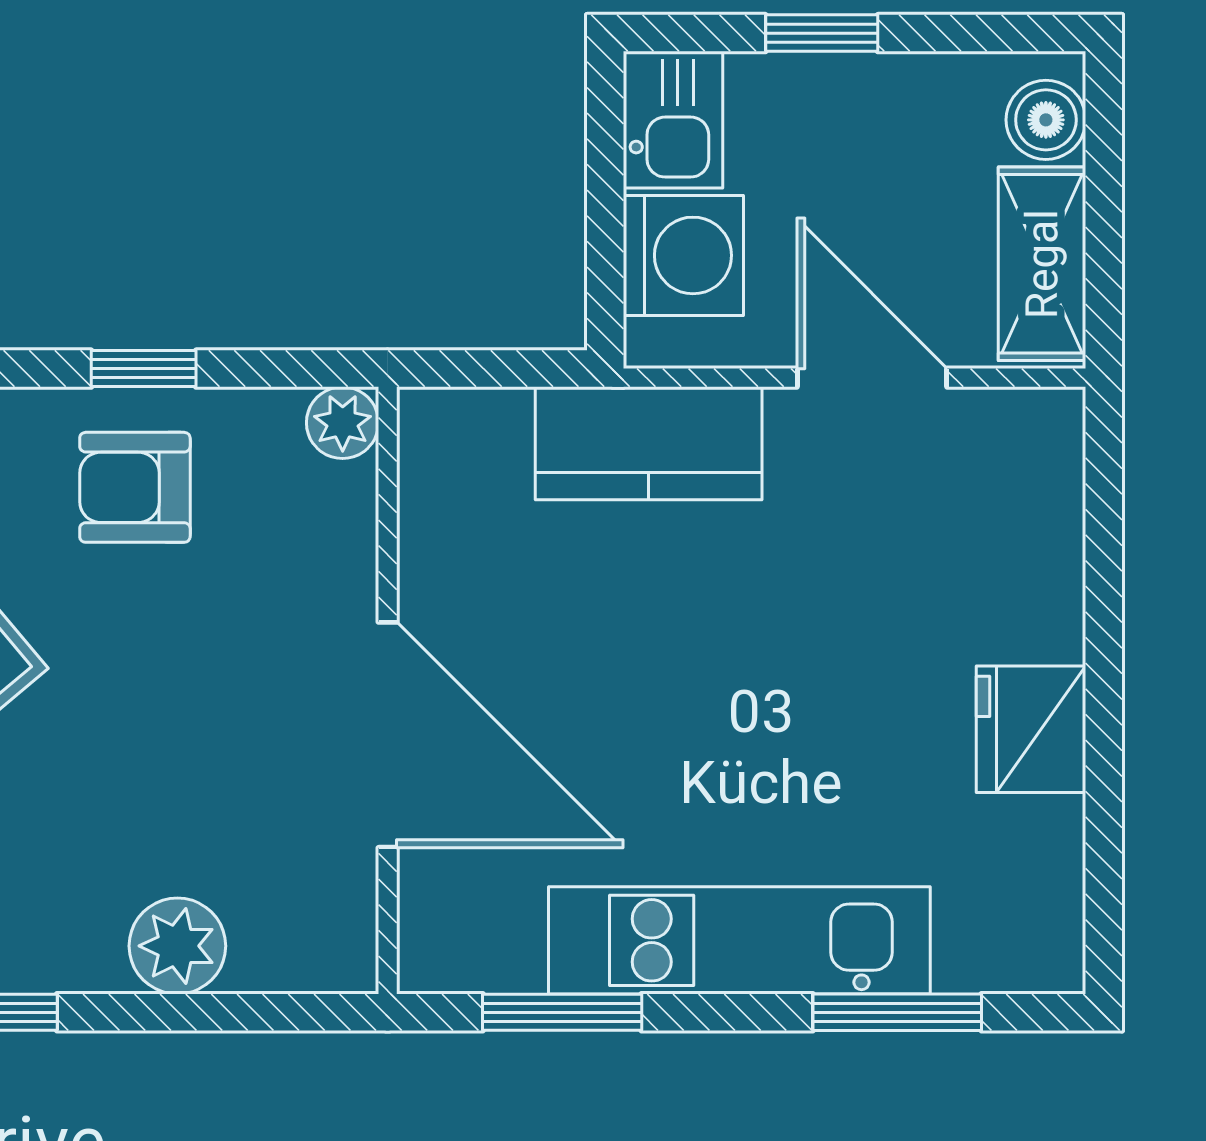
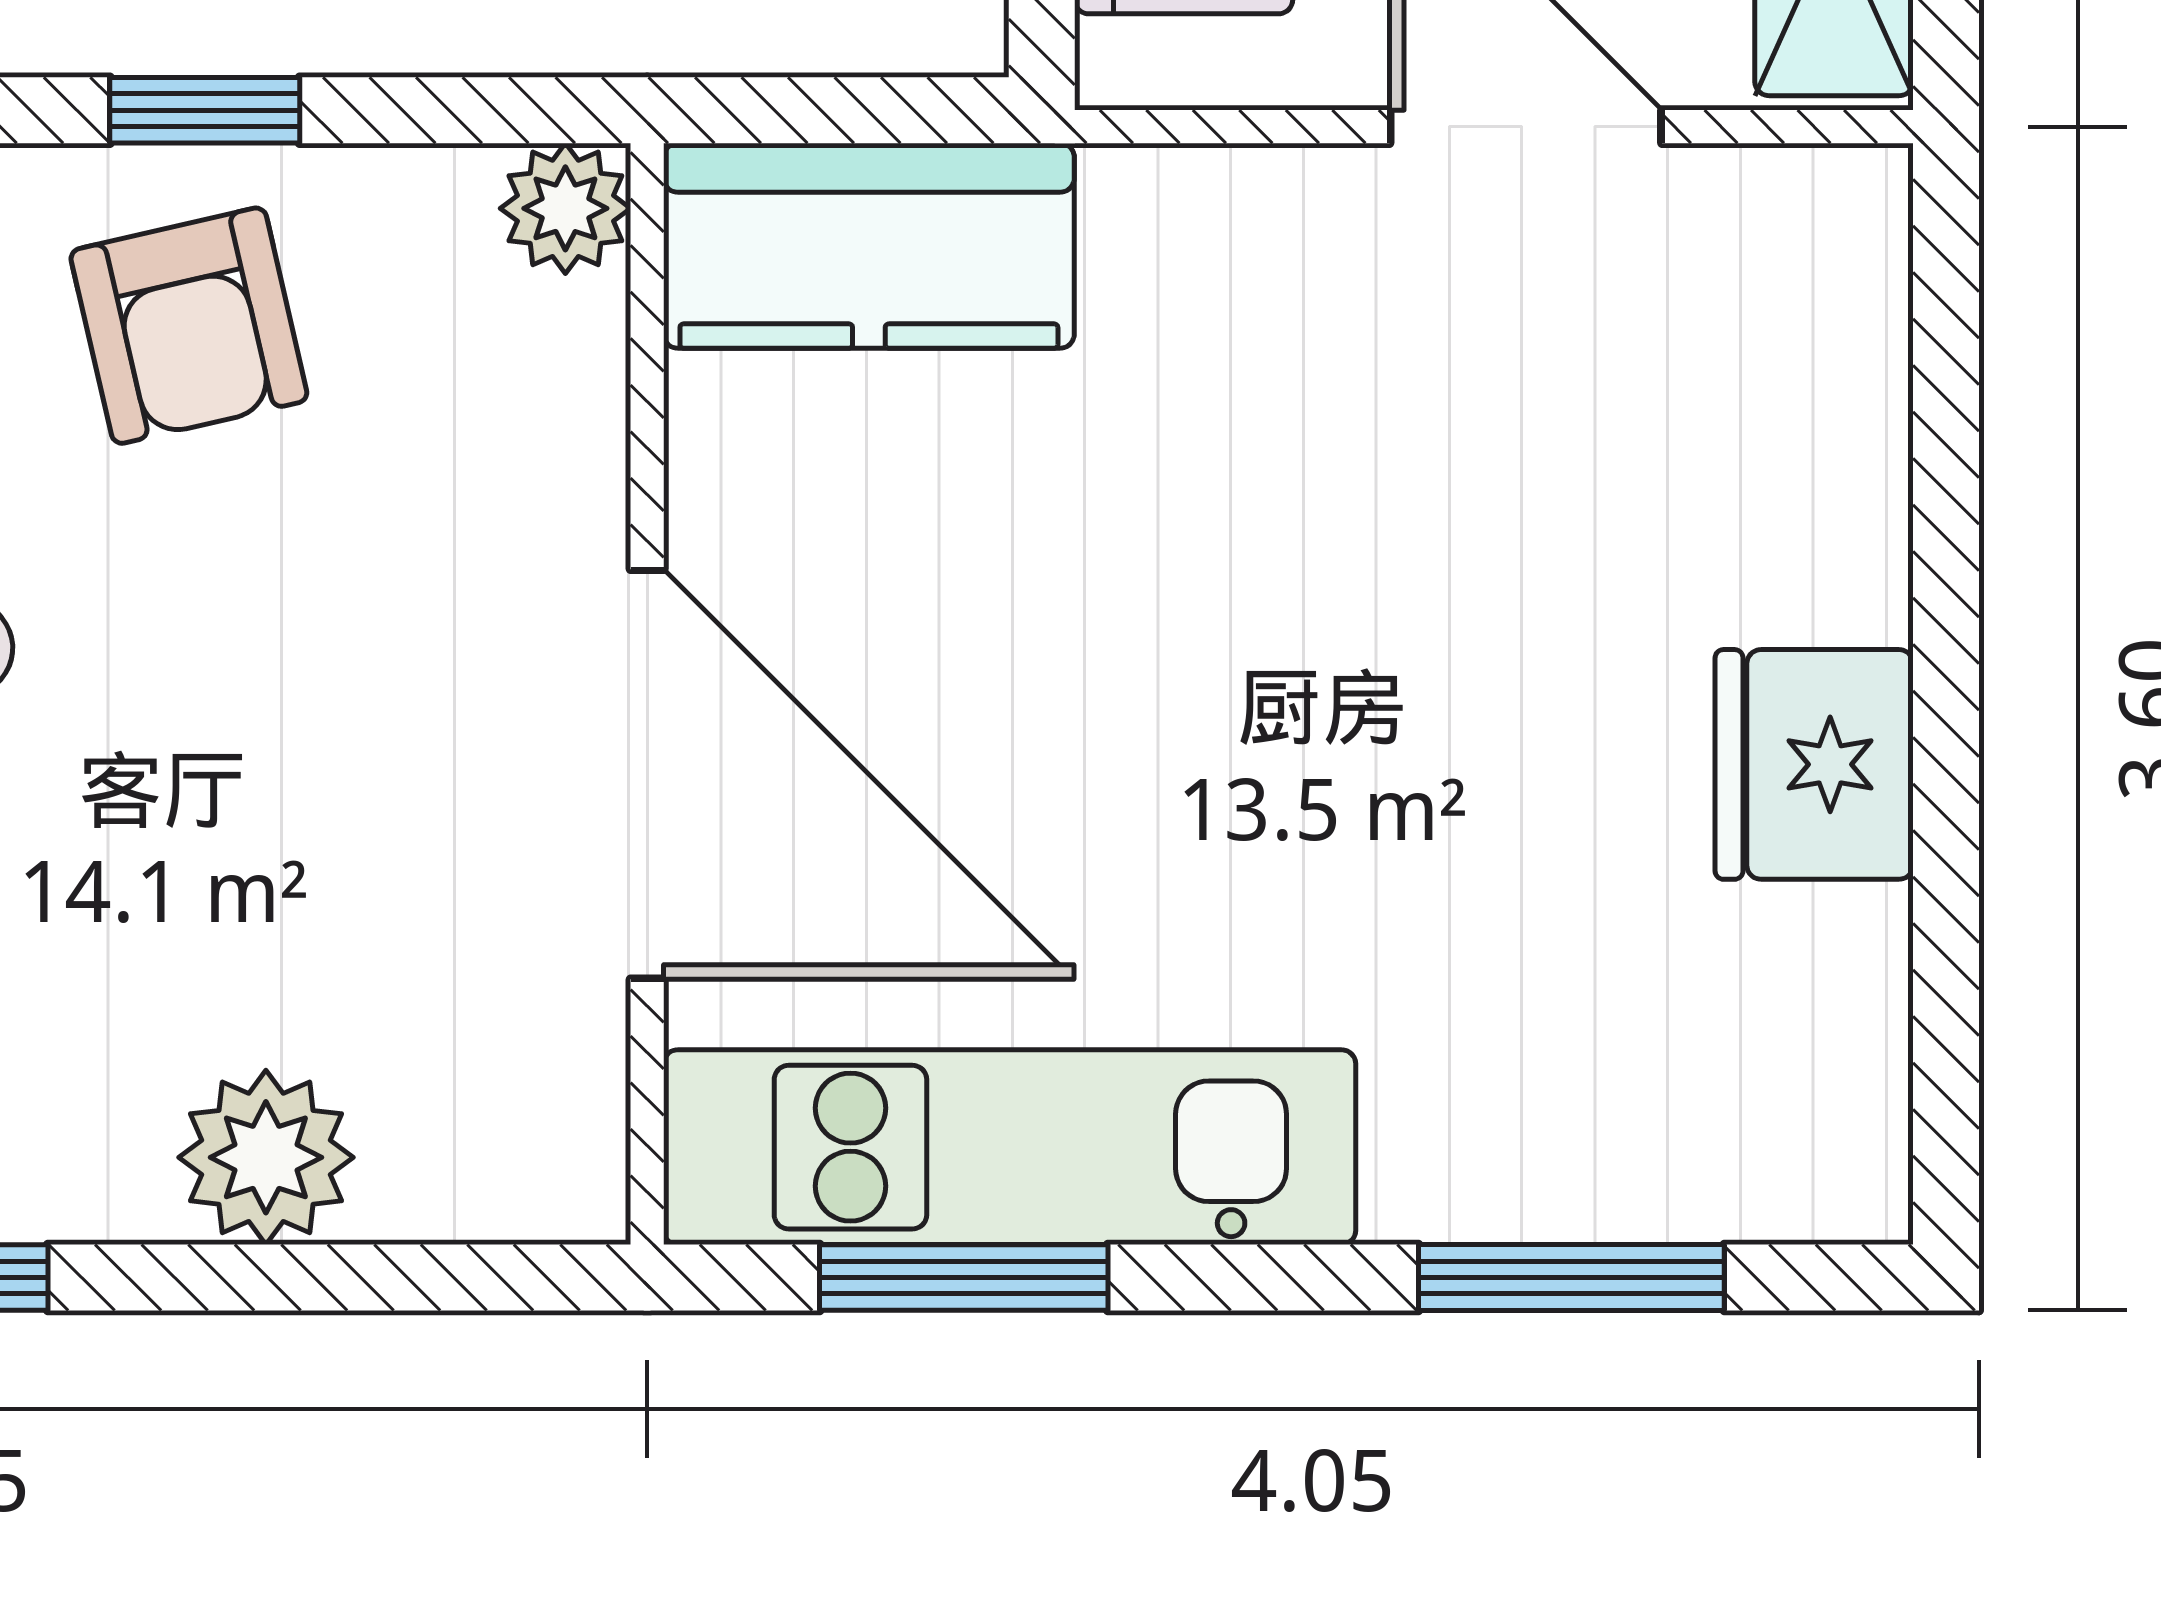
kitchen counter: (649, 443) -> (869, 246), moved
armchair: (135, 487) -> (189, 326), turned -103
kitchen unit: (739, 940) -> (1010, 1147), moved

